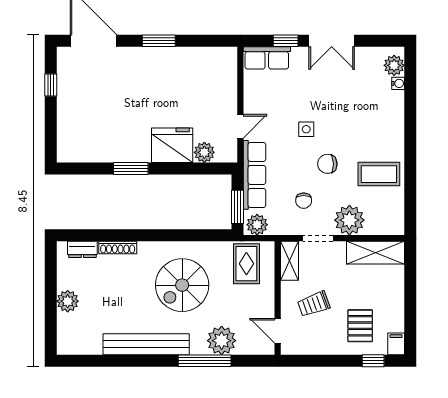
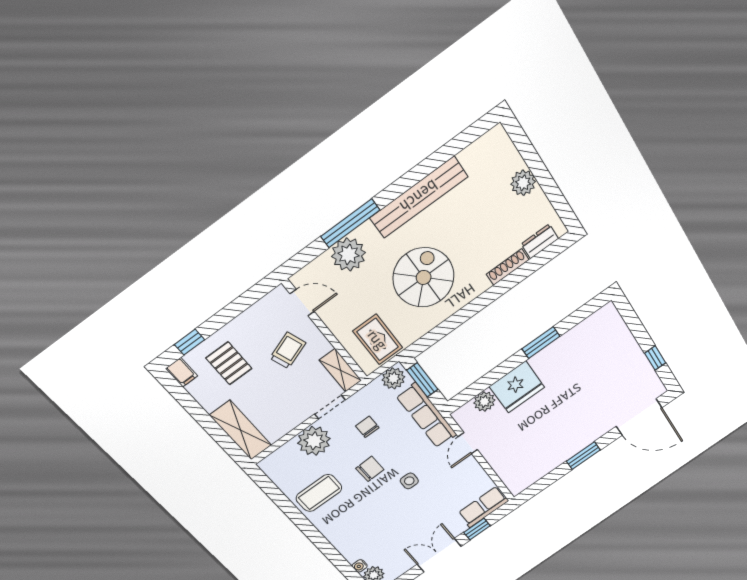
shelving: (375, 253) -> (241, 430), moved, turned 90

